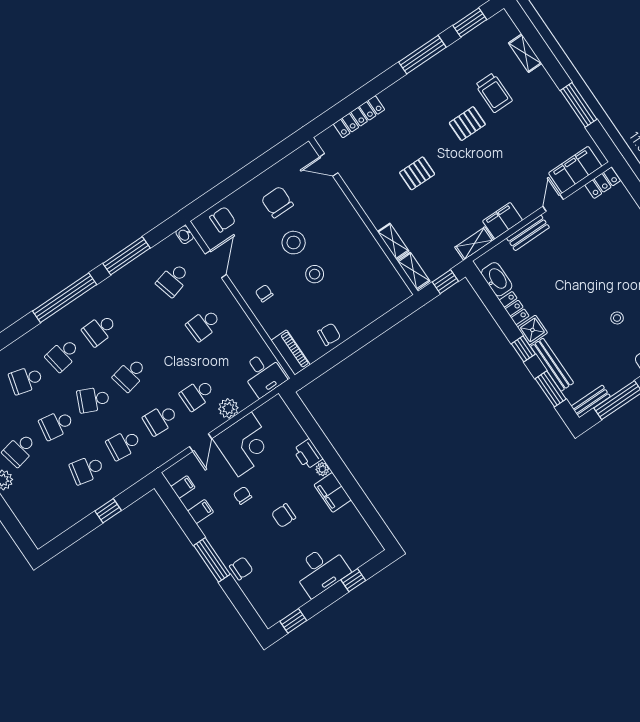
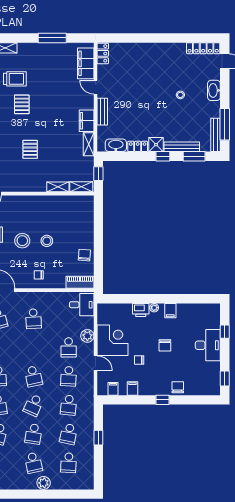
bench: (591, 401) -> (215, 135), width x1.36
filing cabinet: (333, 492) -> (170, 311), width x0.50
school desk: (50, 494) -> (69, 463), added
window: (212, 560) -> (162, 400), width x0.46

